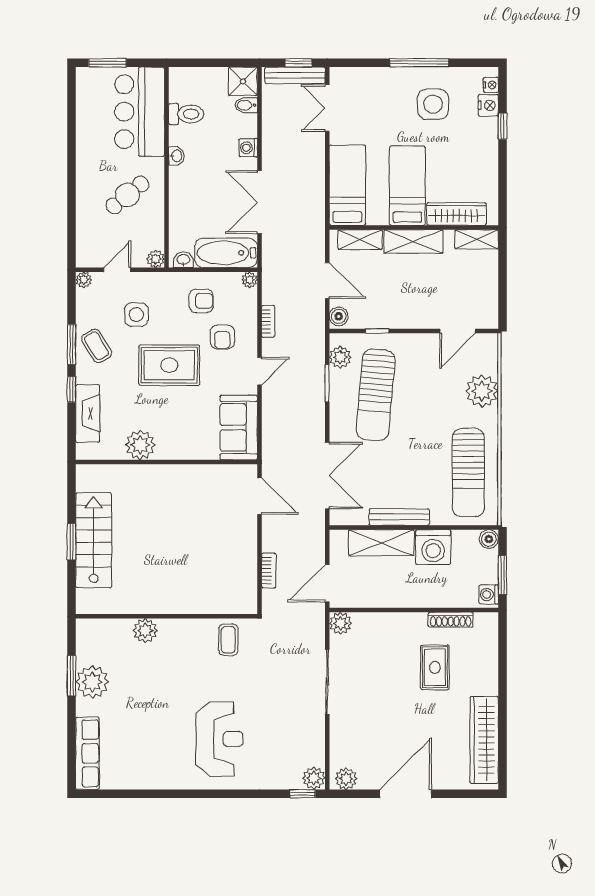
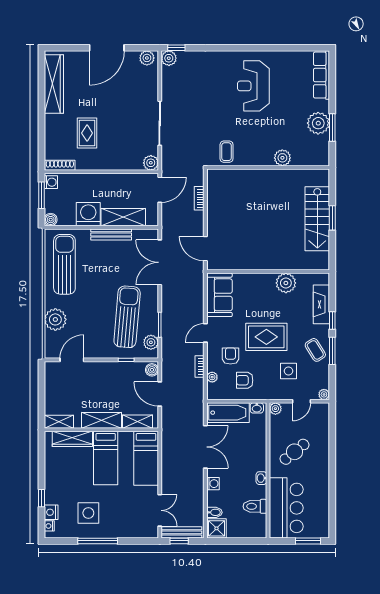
plant: (250, 280) -> (212, 377), moved
shoe rack: (451, 620) -> (60, 165), moved
reception desk: (219, 739) -> (253, 86), moved

